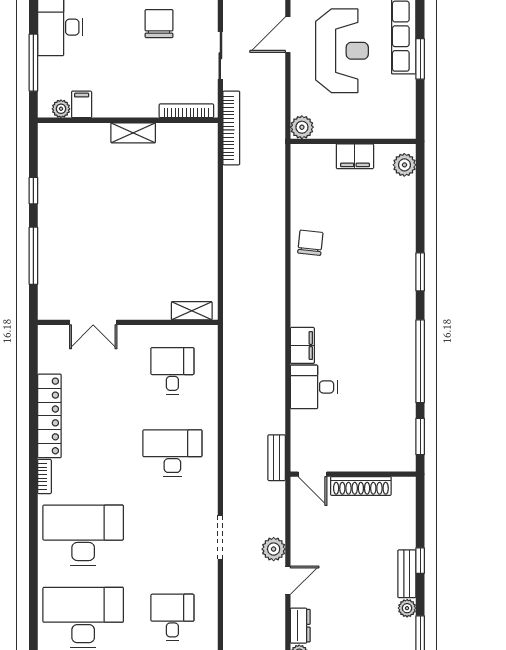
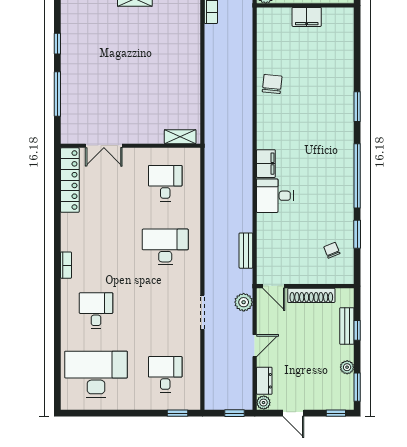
plant: (404, 165) -> (345, 24), removed
locker: (49, 416) -> (70, 180), moved
chair: (387, 457) -> (332, 250), added
door: (313, 474) -> (274, 286), moved
wall: (353, 474) -> (305, 286), moved
shoe rack: (361, 486) -> (311, 295), moved
desk: (83, 535) -> (96, 311), width x0.53, depth x0.77
plant: (274, 549) -> (244, 302), moved
bench: (407, 574) -> (347, 326), moved

